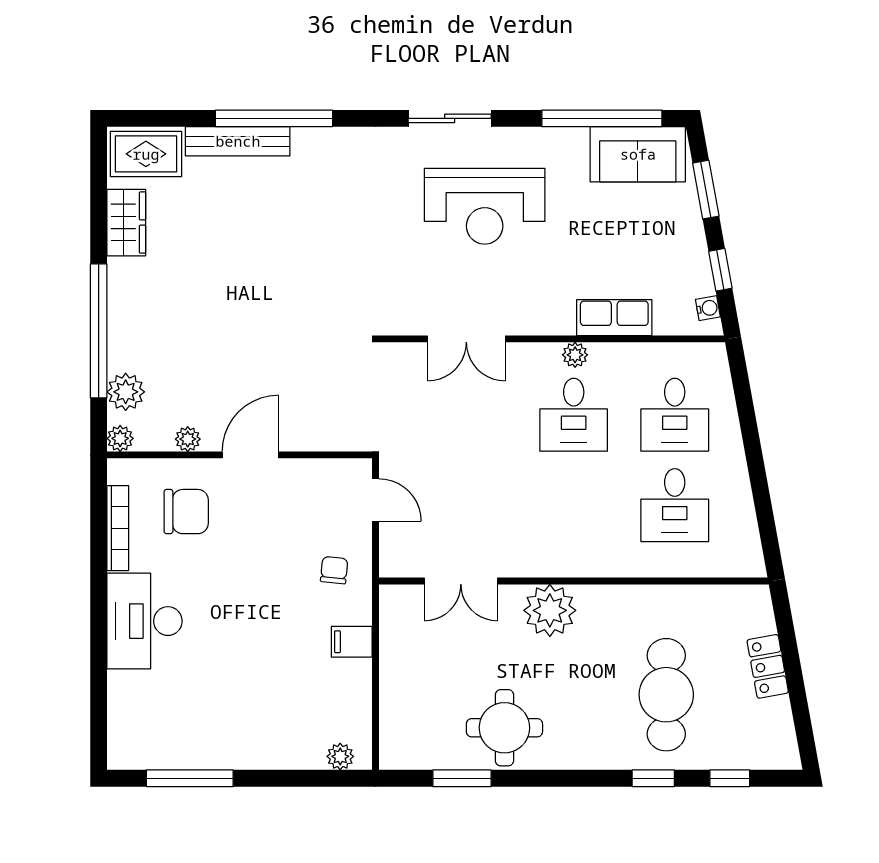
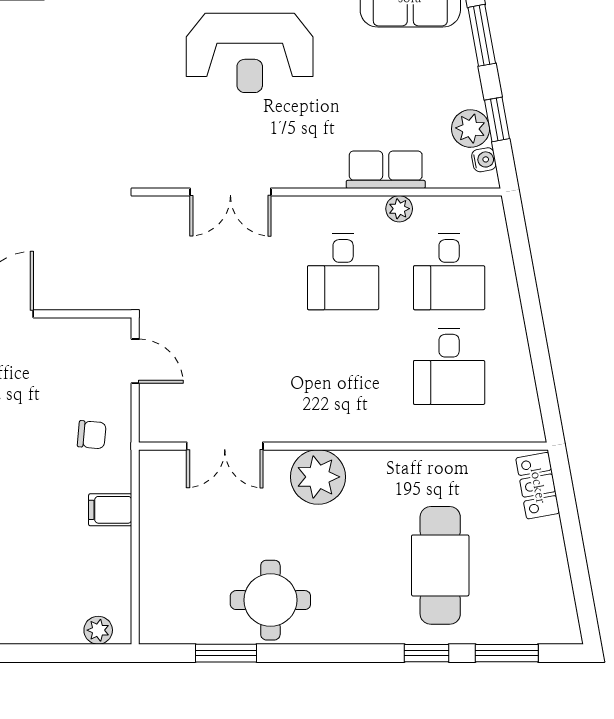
plant: (695, 278) -> (471, 129), added
plant: (575, 355) -> (399, 209), moved
chair: (334, 570) -> (92, 435), turned 89
locker: (768, 666) -> (538, 486), moved
window: (730, 778) -> (507, 653), width x1.50

